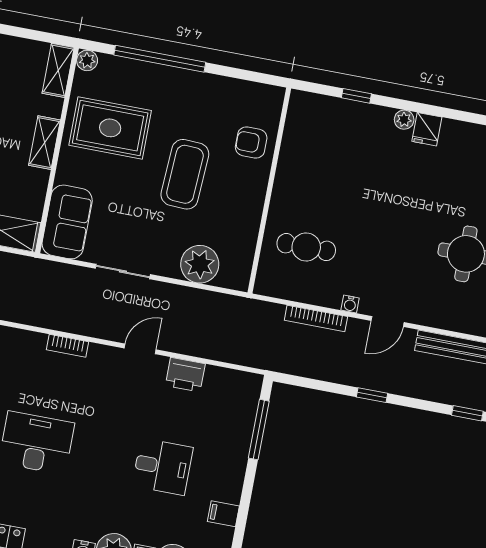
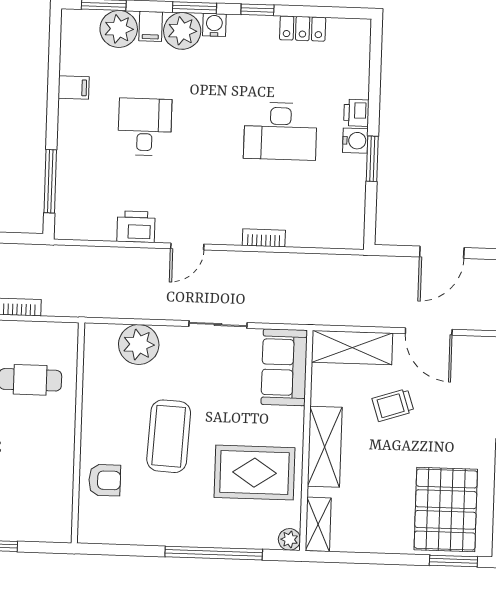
shelving: (45, 143) -> (325, 447), width x1.50, depth x1.33
desk: (163, 467) -> (145, 127), turned 90

